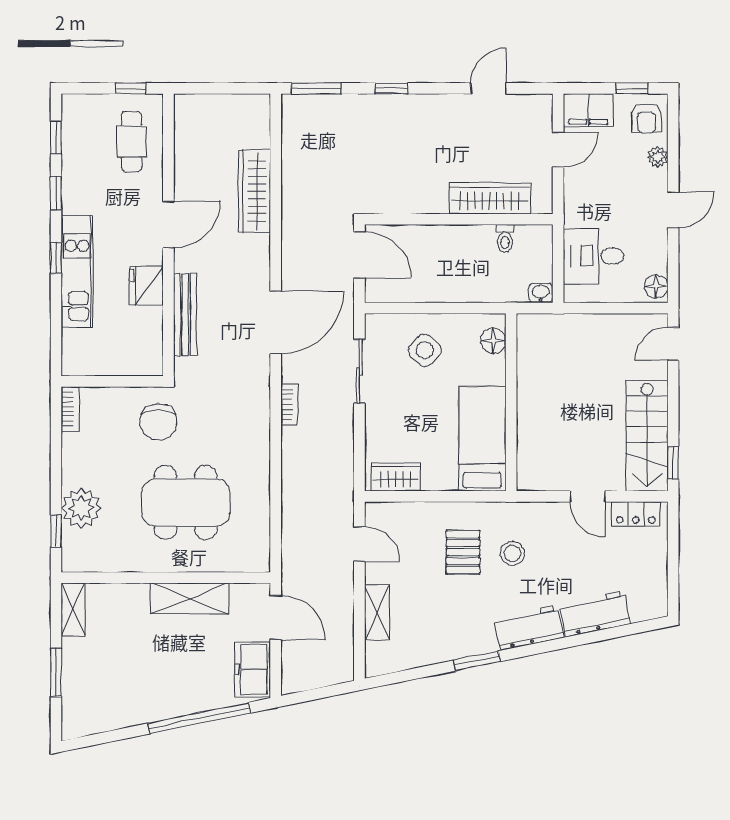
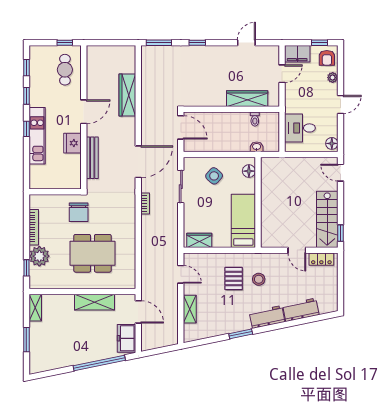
washbasin: (541, 293) -> (257, 147), moved
door: (673, 344) -> (340, 173), hinge flipped
bookcase: (70, 409) -> (34, 227), moved, width x1.56

